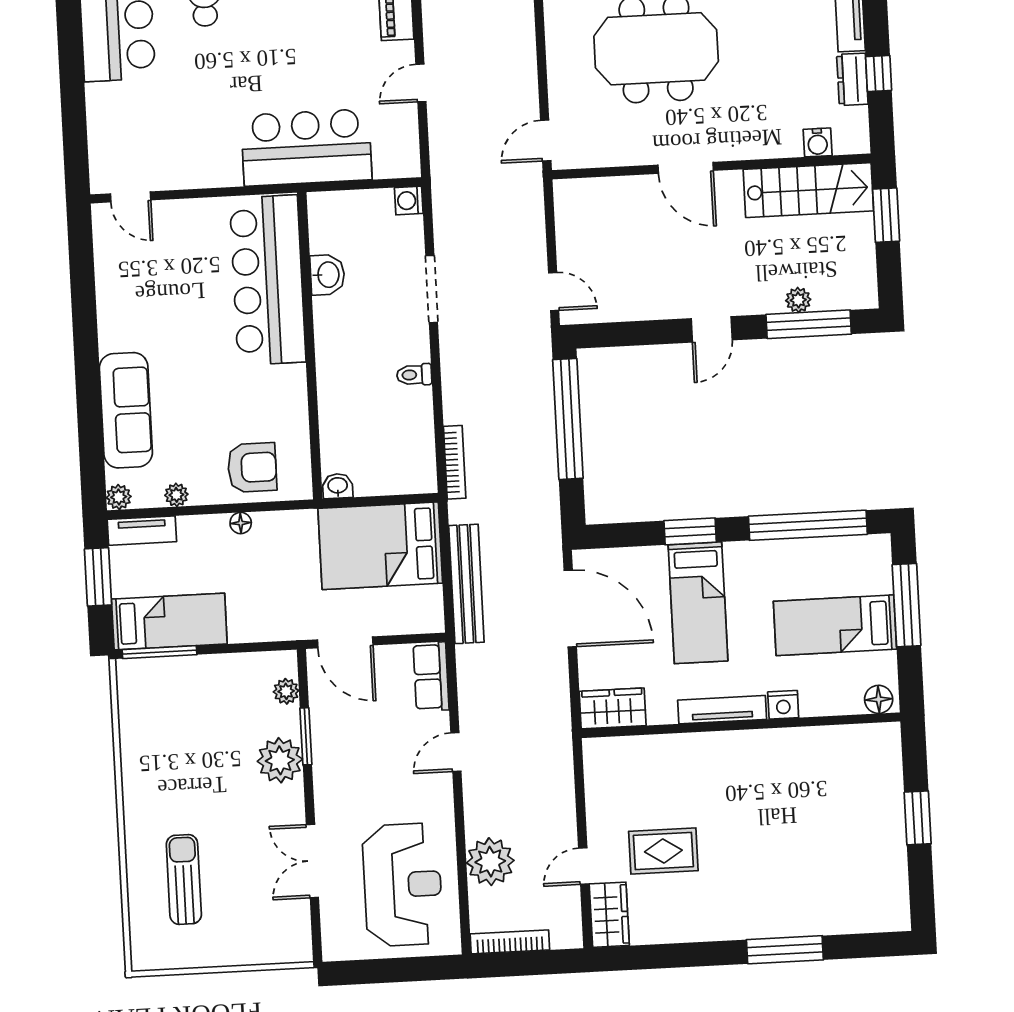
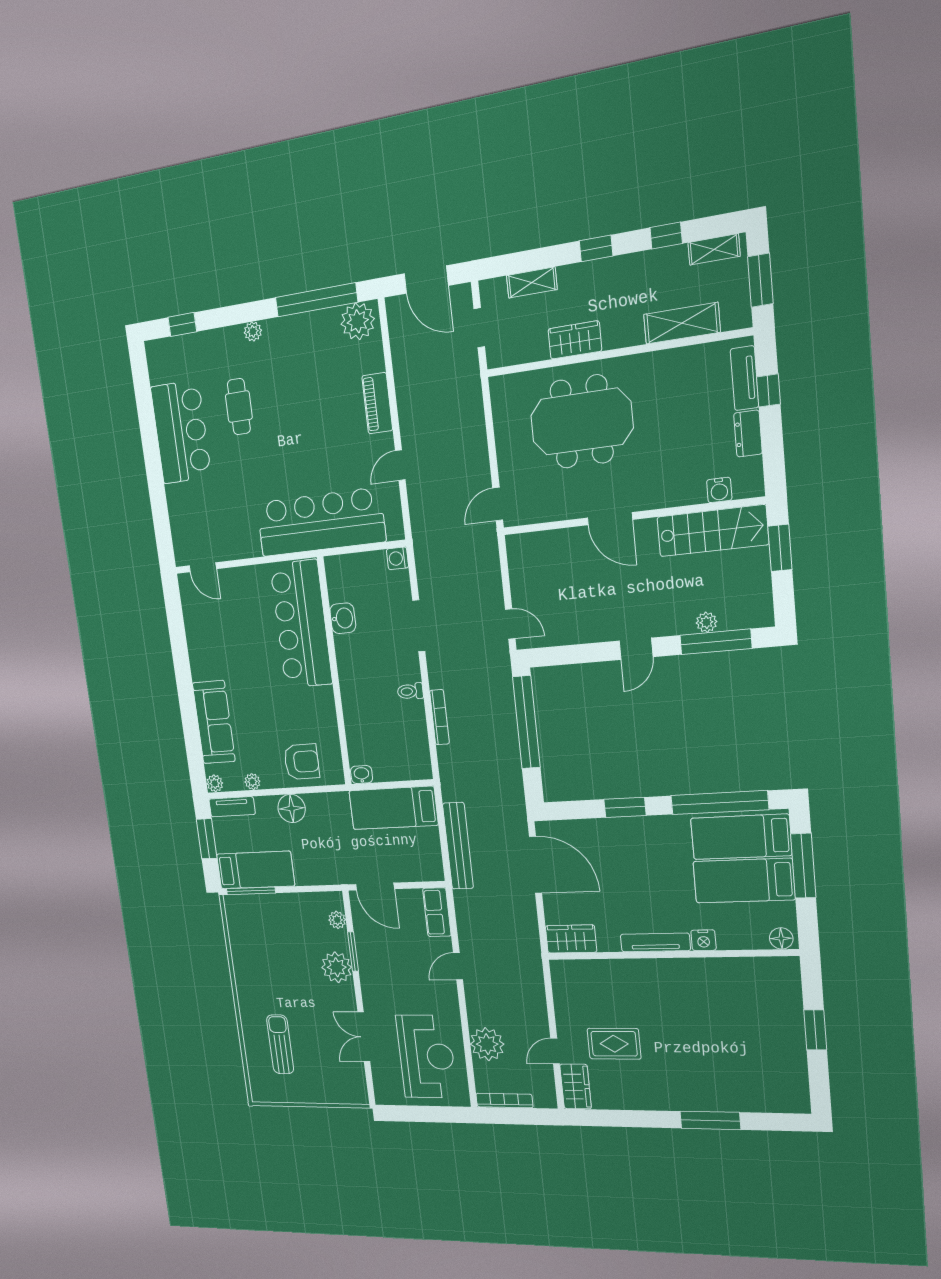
window: (879, 73) -> (768, 390), moved
bar counter: (306, 147) -> (321, 522), width x1.36
bookcase: (455, 462) -> (439, 717), moved
floor lamp: (241, 523) -> (292, 808), width x1.89, depth x1.89
bed: (380, 546) -> (393, 808), width x0.67
bed: (698, 603) -> (741, 837), moved, turned 90

